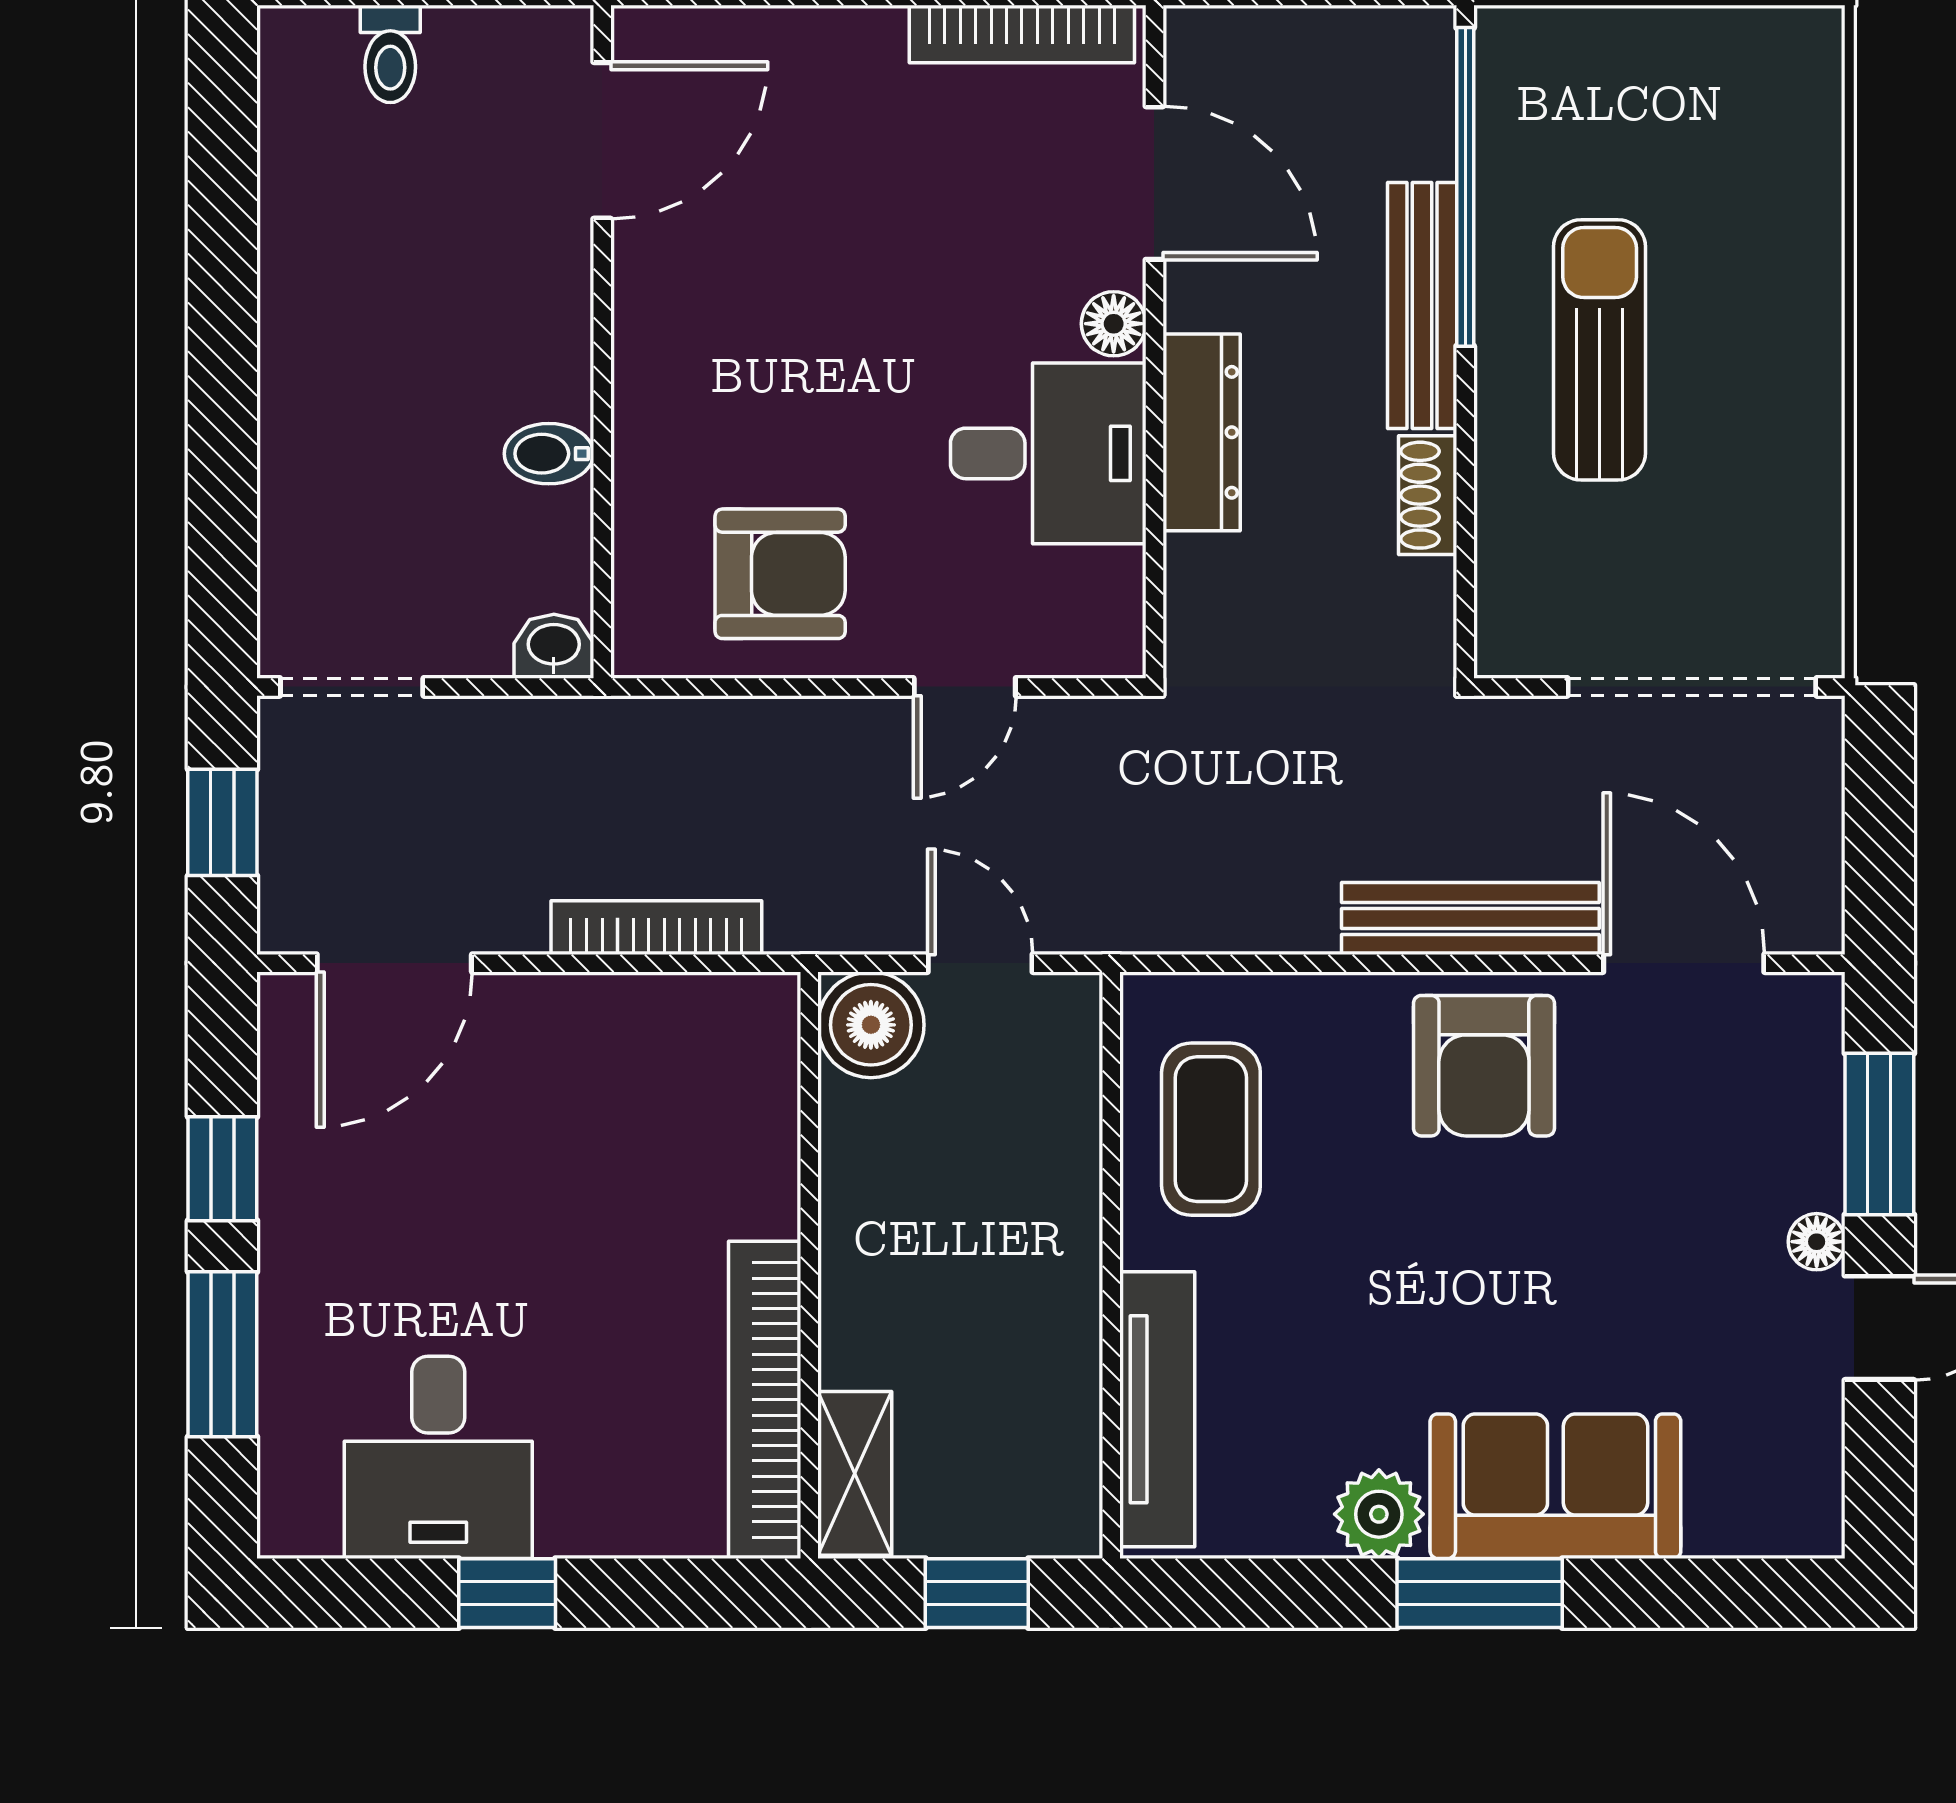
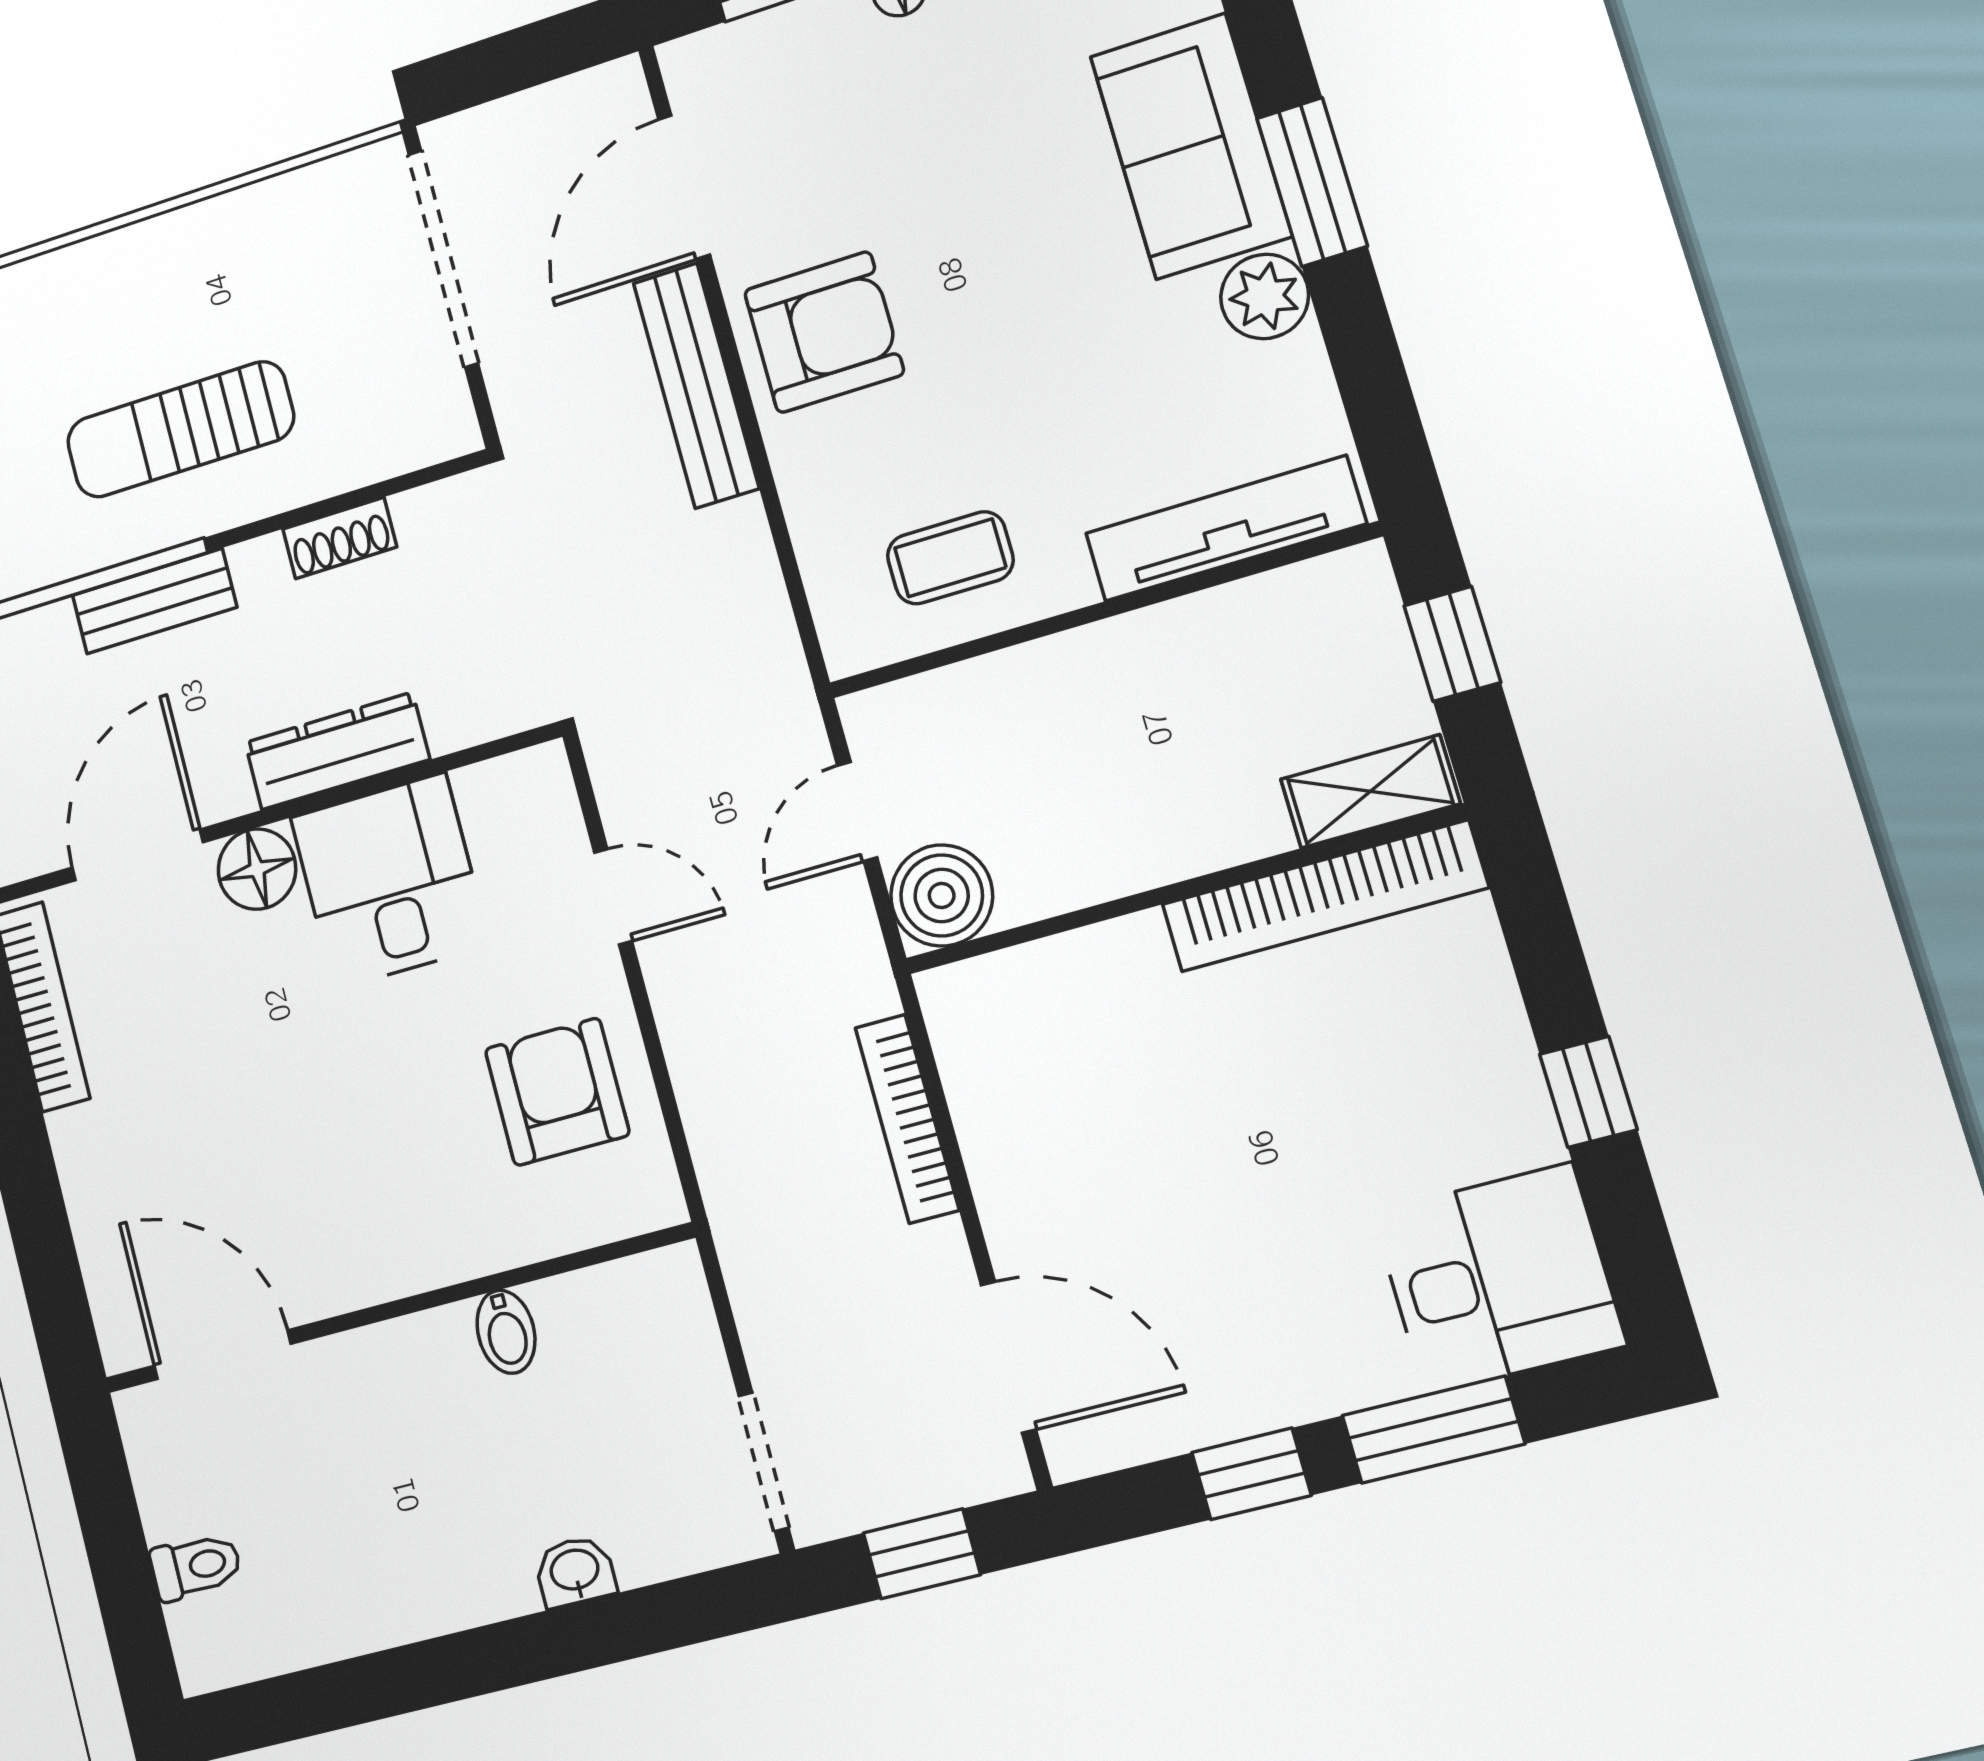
bench: (1422, 306) -> (154, 601), width x0.73
floor lamp: (1114, 324) -> (257, 869), width x1.37, depth x1.37
washbasin: (554, 646) -> (575, 1571), moved, turned 90
coffee table: (1211, 1129) -> (950, 558), width x0.73, depth x0.77
desk: (438, 1457) -> (1498, 1279), moved

